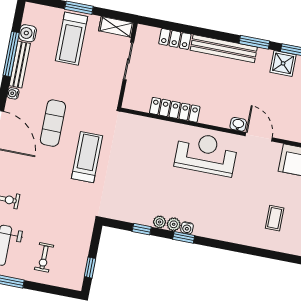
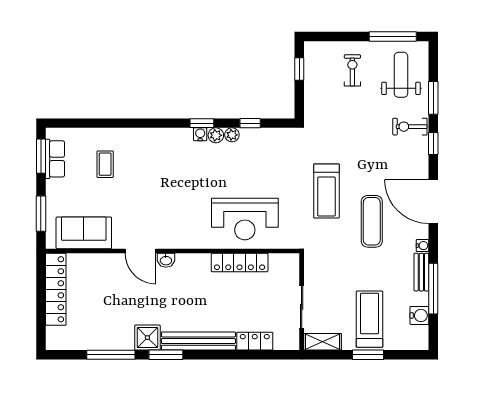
shower: (283, 63) -> (147, 338), moved
bench: (20, 65) -> (421, 272), width x0.73
reception desk: (206, 154) -> (245, 219), moved

